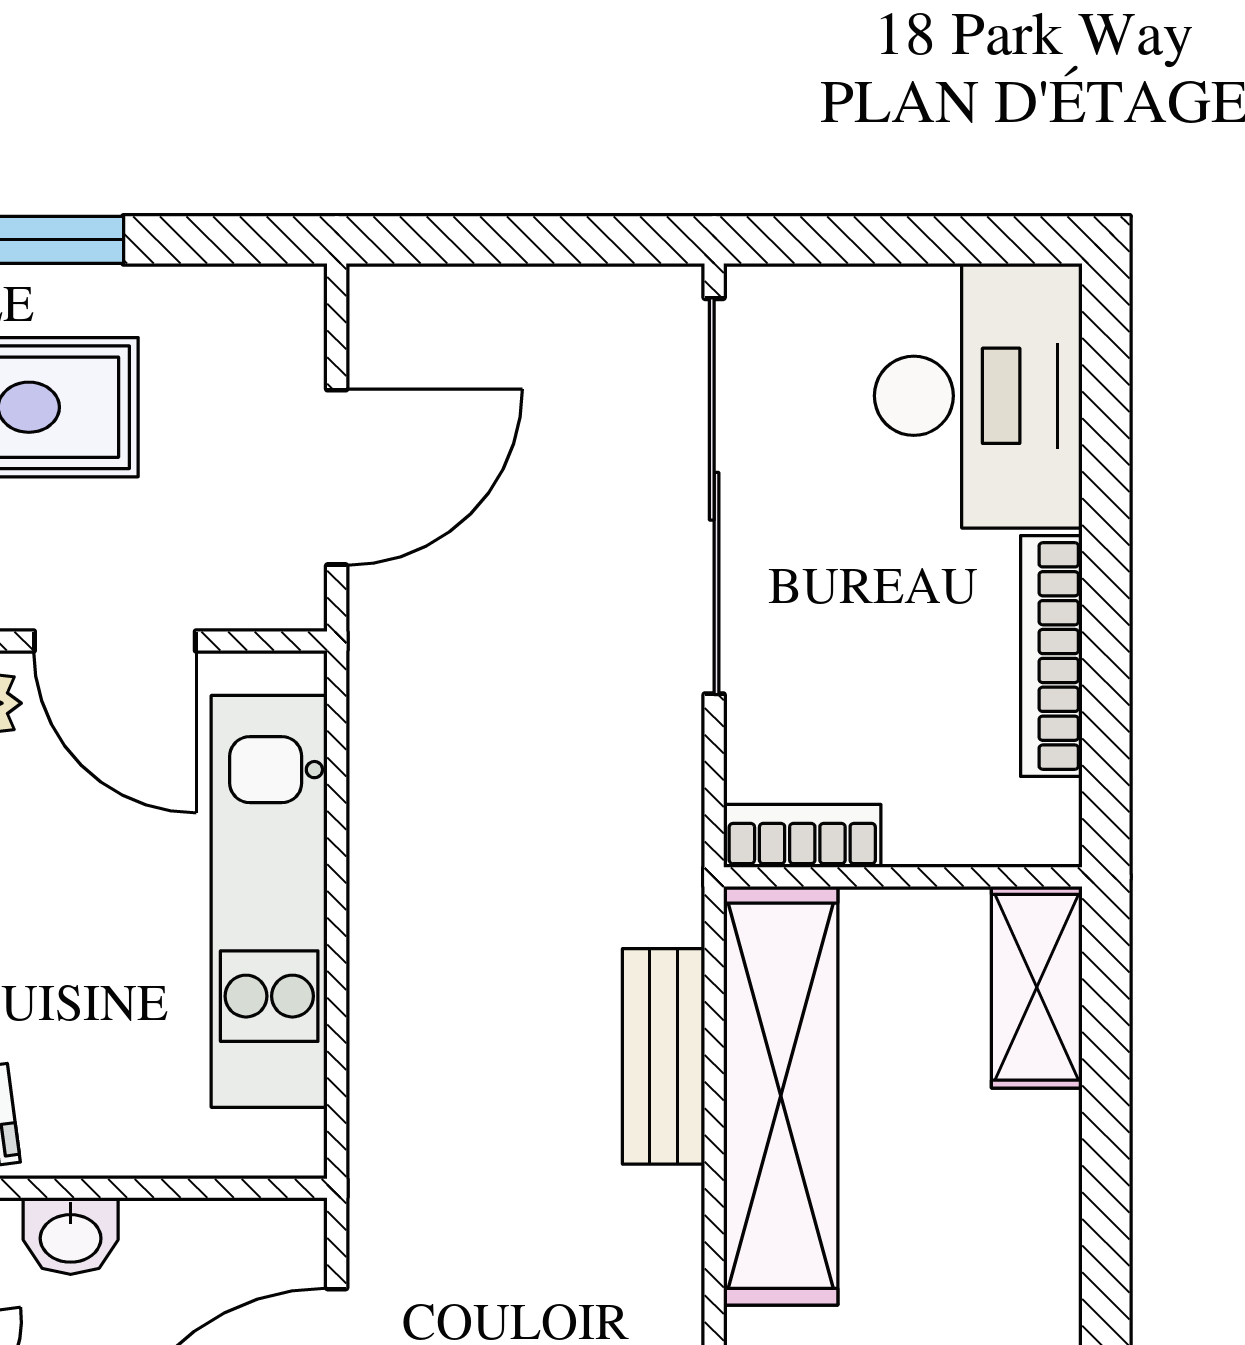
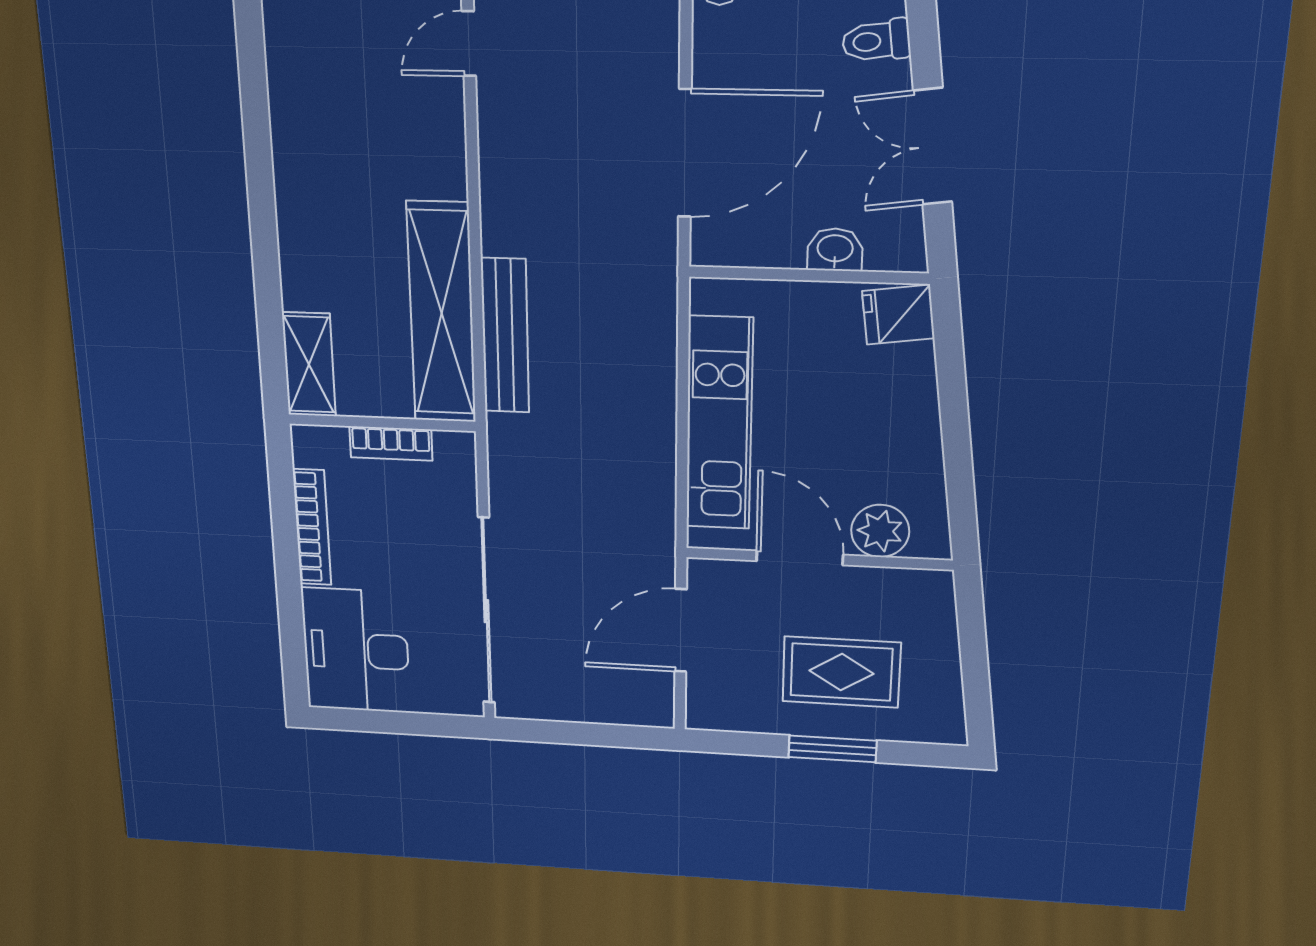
bookcase: (802, 836) -> (391, 443), moved
bench: (664, 1056) -> (505, 336), width x1.36

